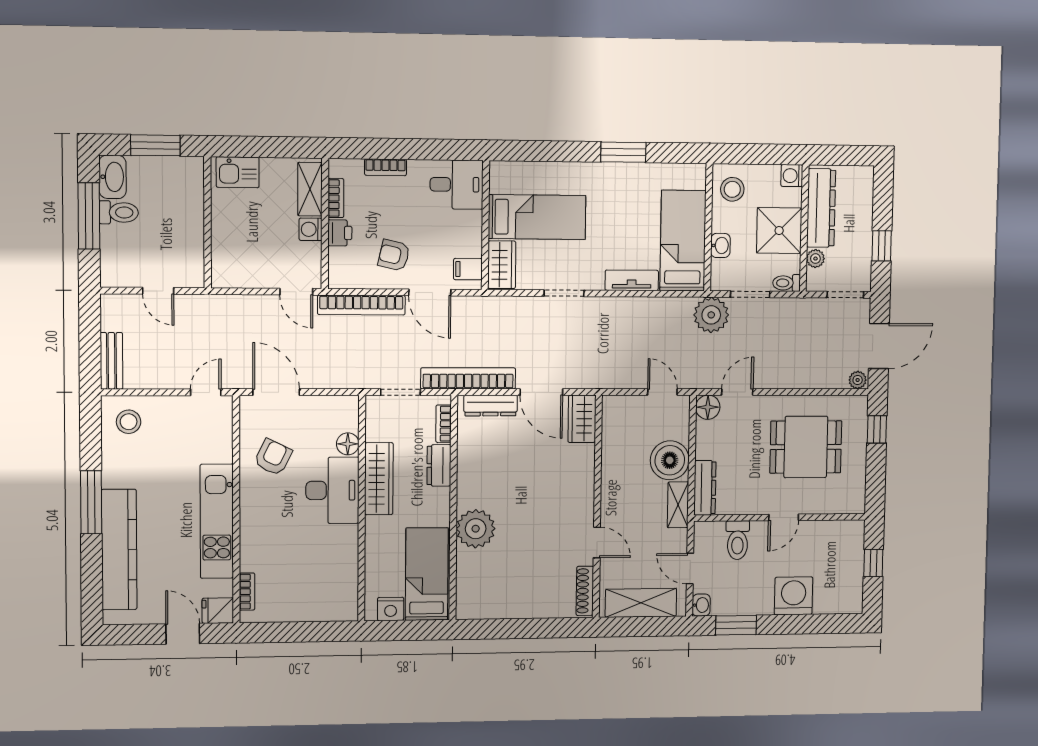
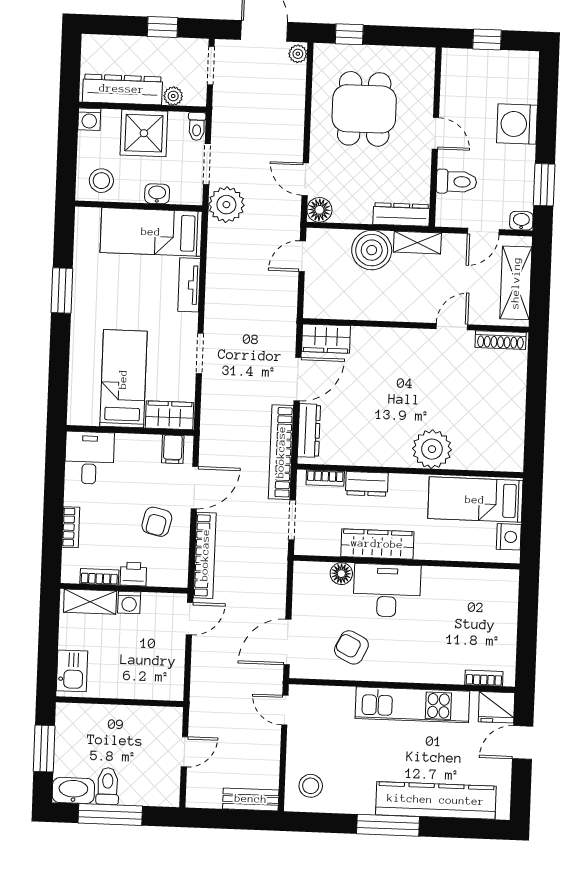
fridge: (218, 611) -> (496, 707), width x1.38

